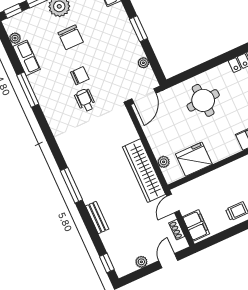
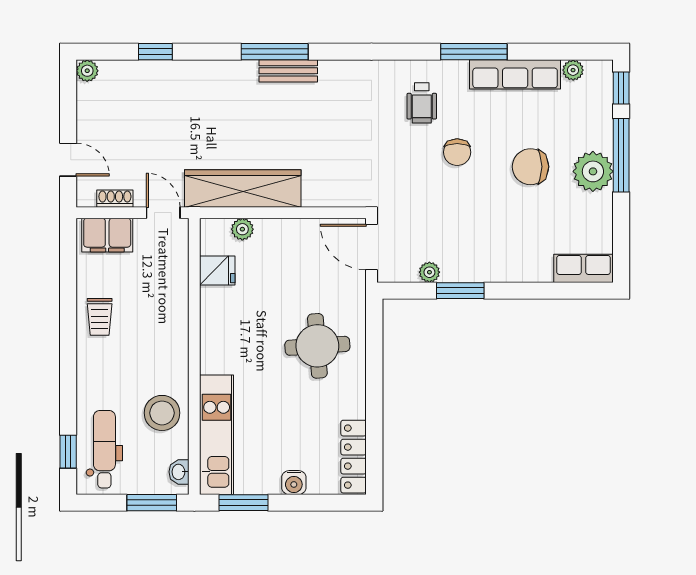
window: (138, 29) -> (460, 291), moved
row of seats: (27, 58) -> (515, 74), width x1.48
wheelchair: (85, 100) -> (422, 103), moved, turned 90
fridge: (194, 159) -> (217, 271), width x0.53, depth x0.75
bench: (97, 217) -> (288, 71), moved
plant: (141, 262) -> (87, 71), moved
window: (107, 263) -> (155, 52), moved

